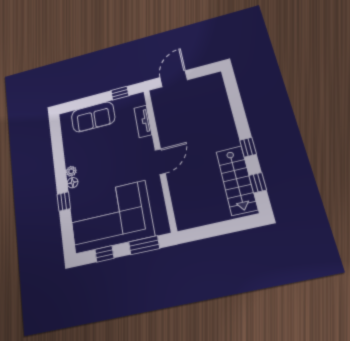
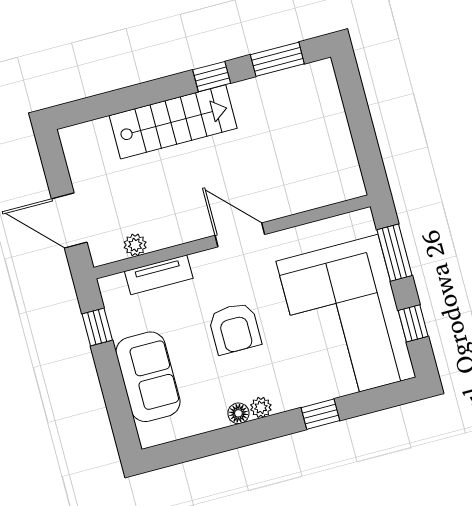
plant: (159, 110) -> (135, 245), added
armchair: (112, 159) -> (235, 328), added
stairs: (237, 180) -> (173, 122), moved
floor lamp: (73, 183) -> (238, 413), moved
window: (258, 183) -> (277, 59), width x1.50

